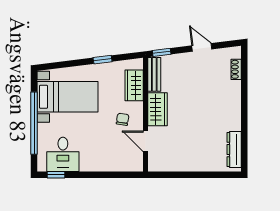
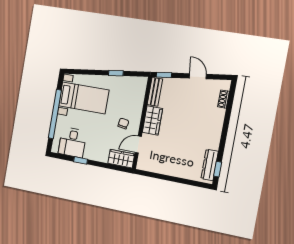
wardrobe: (134, 85) -> (121, 159), moved, turned 90
door: (145, 141) -> (138, 144), hinge flipped
window: (244, 153) -> (218, 169), added
window: (56, 175) -> (81, 160), moved

